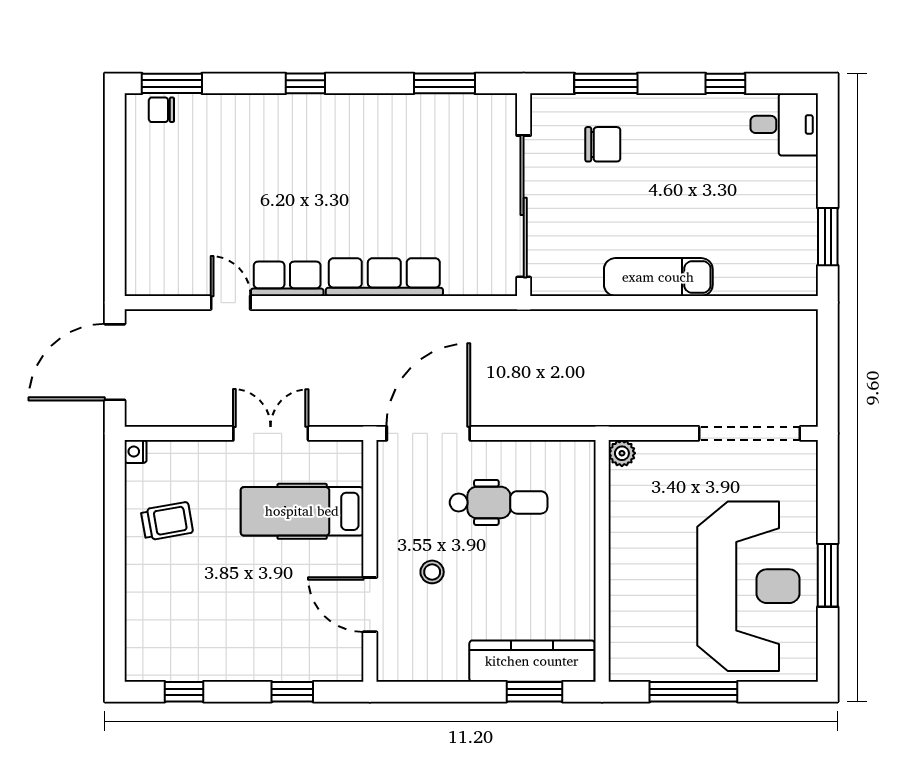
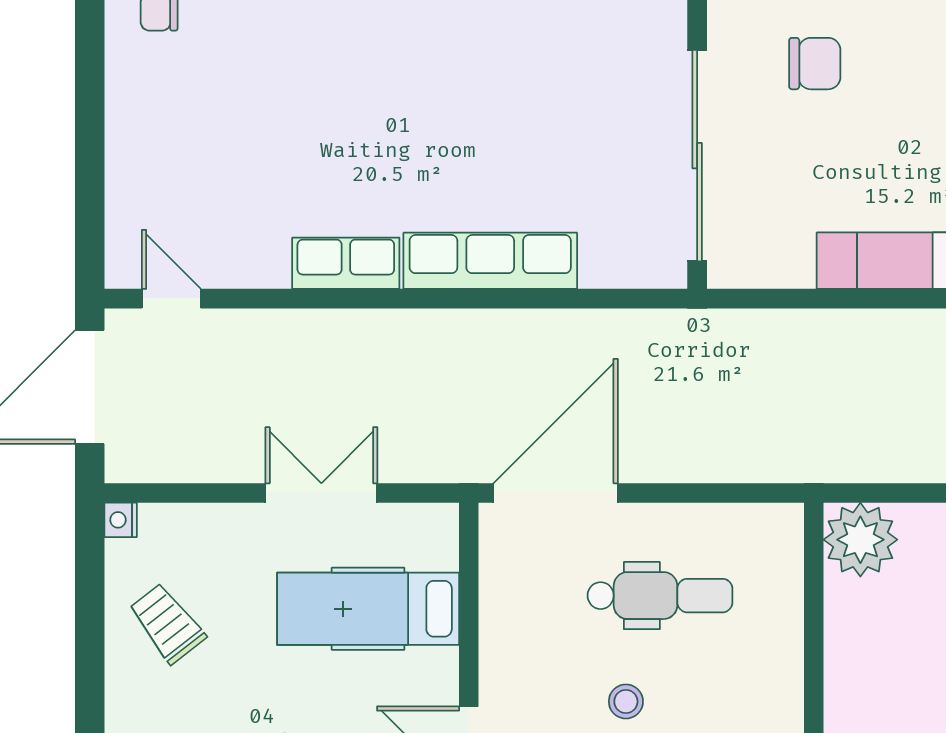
door: (231, 303) -> (171, 299), moved
plant: (622, 453) -> (860, 540), width x1.88, depth x1.88
trolley: (167, 521) -> (167, 623), turned -118
stool: (432, 572) -> (626, 701), moved

